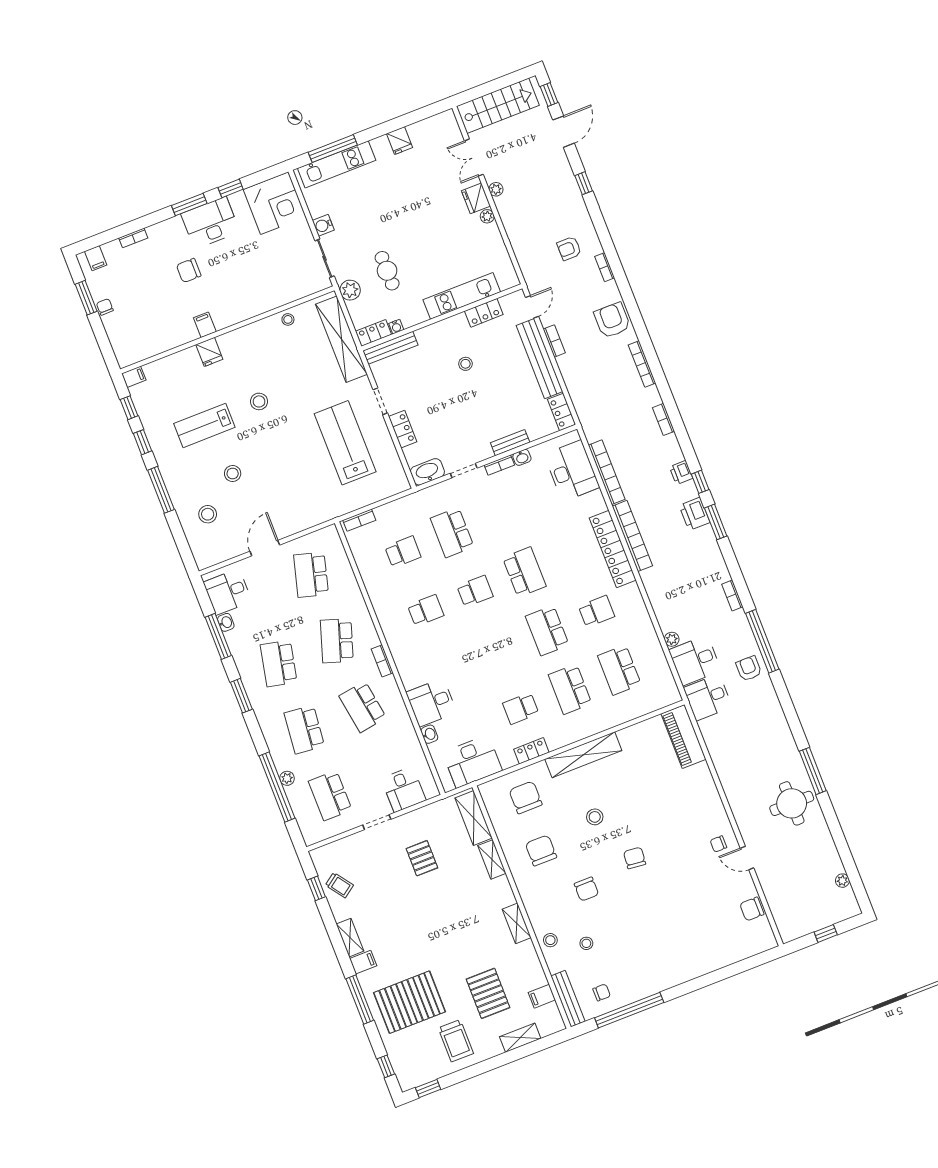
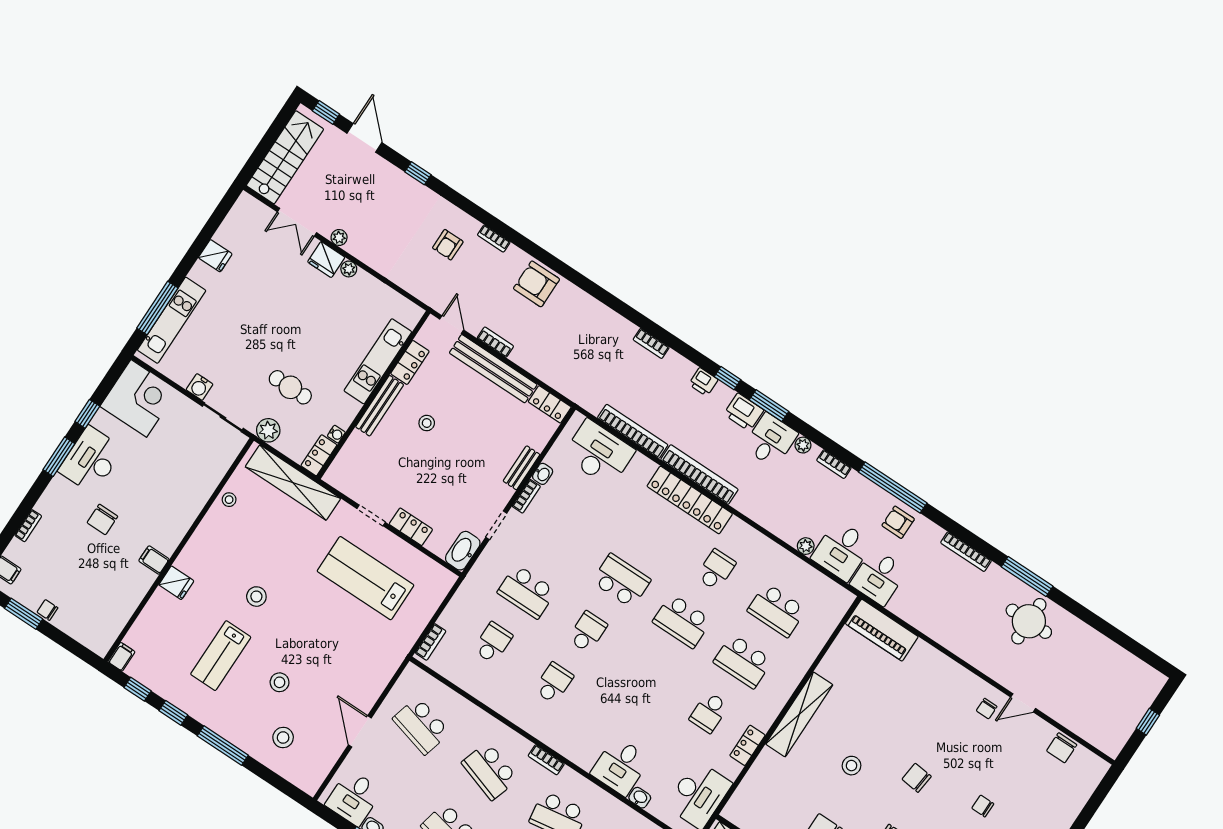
bench: (390, 348) -> (380, 406), moved
bookcase: (642, 364) -> (966, 552), moved
desk: (699, 547) -> (770, 440), added
chair: (526, 797) -> (983, 806), moved, width x0.54, depth x0.54
plant: (842, 881) -> (803, 445), moved

